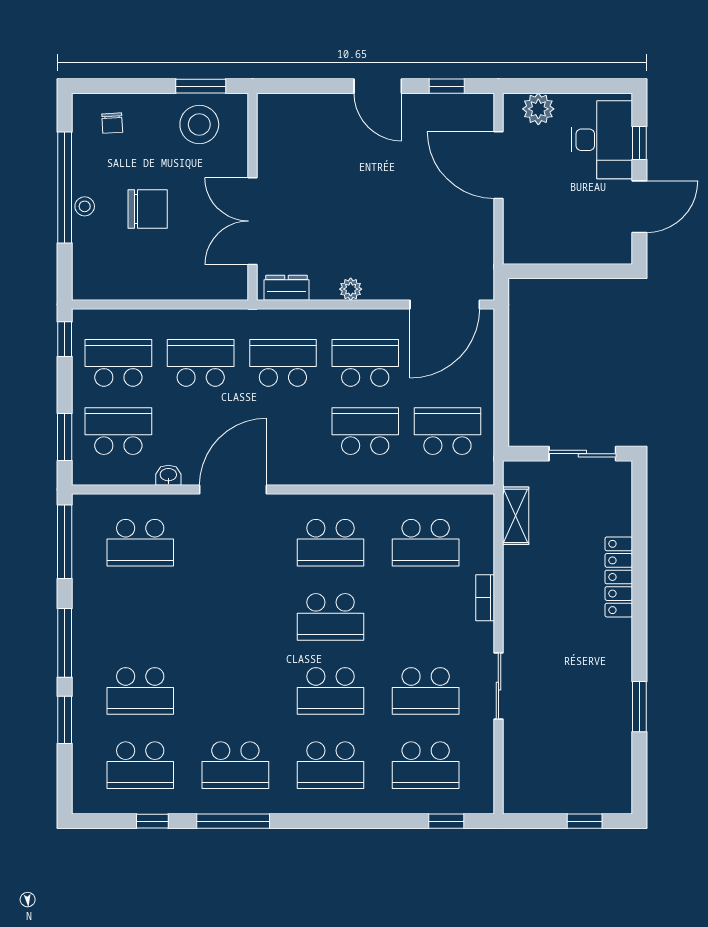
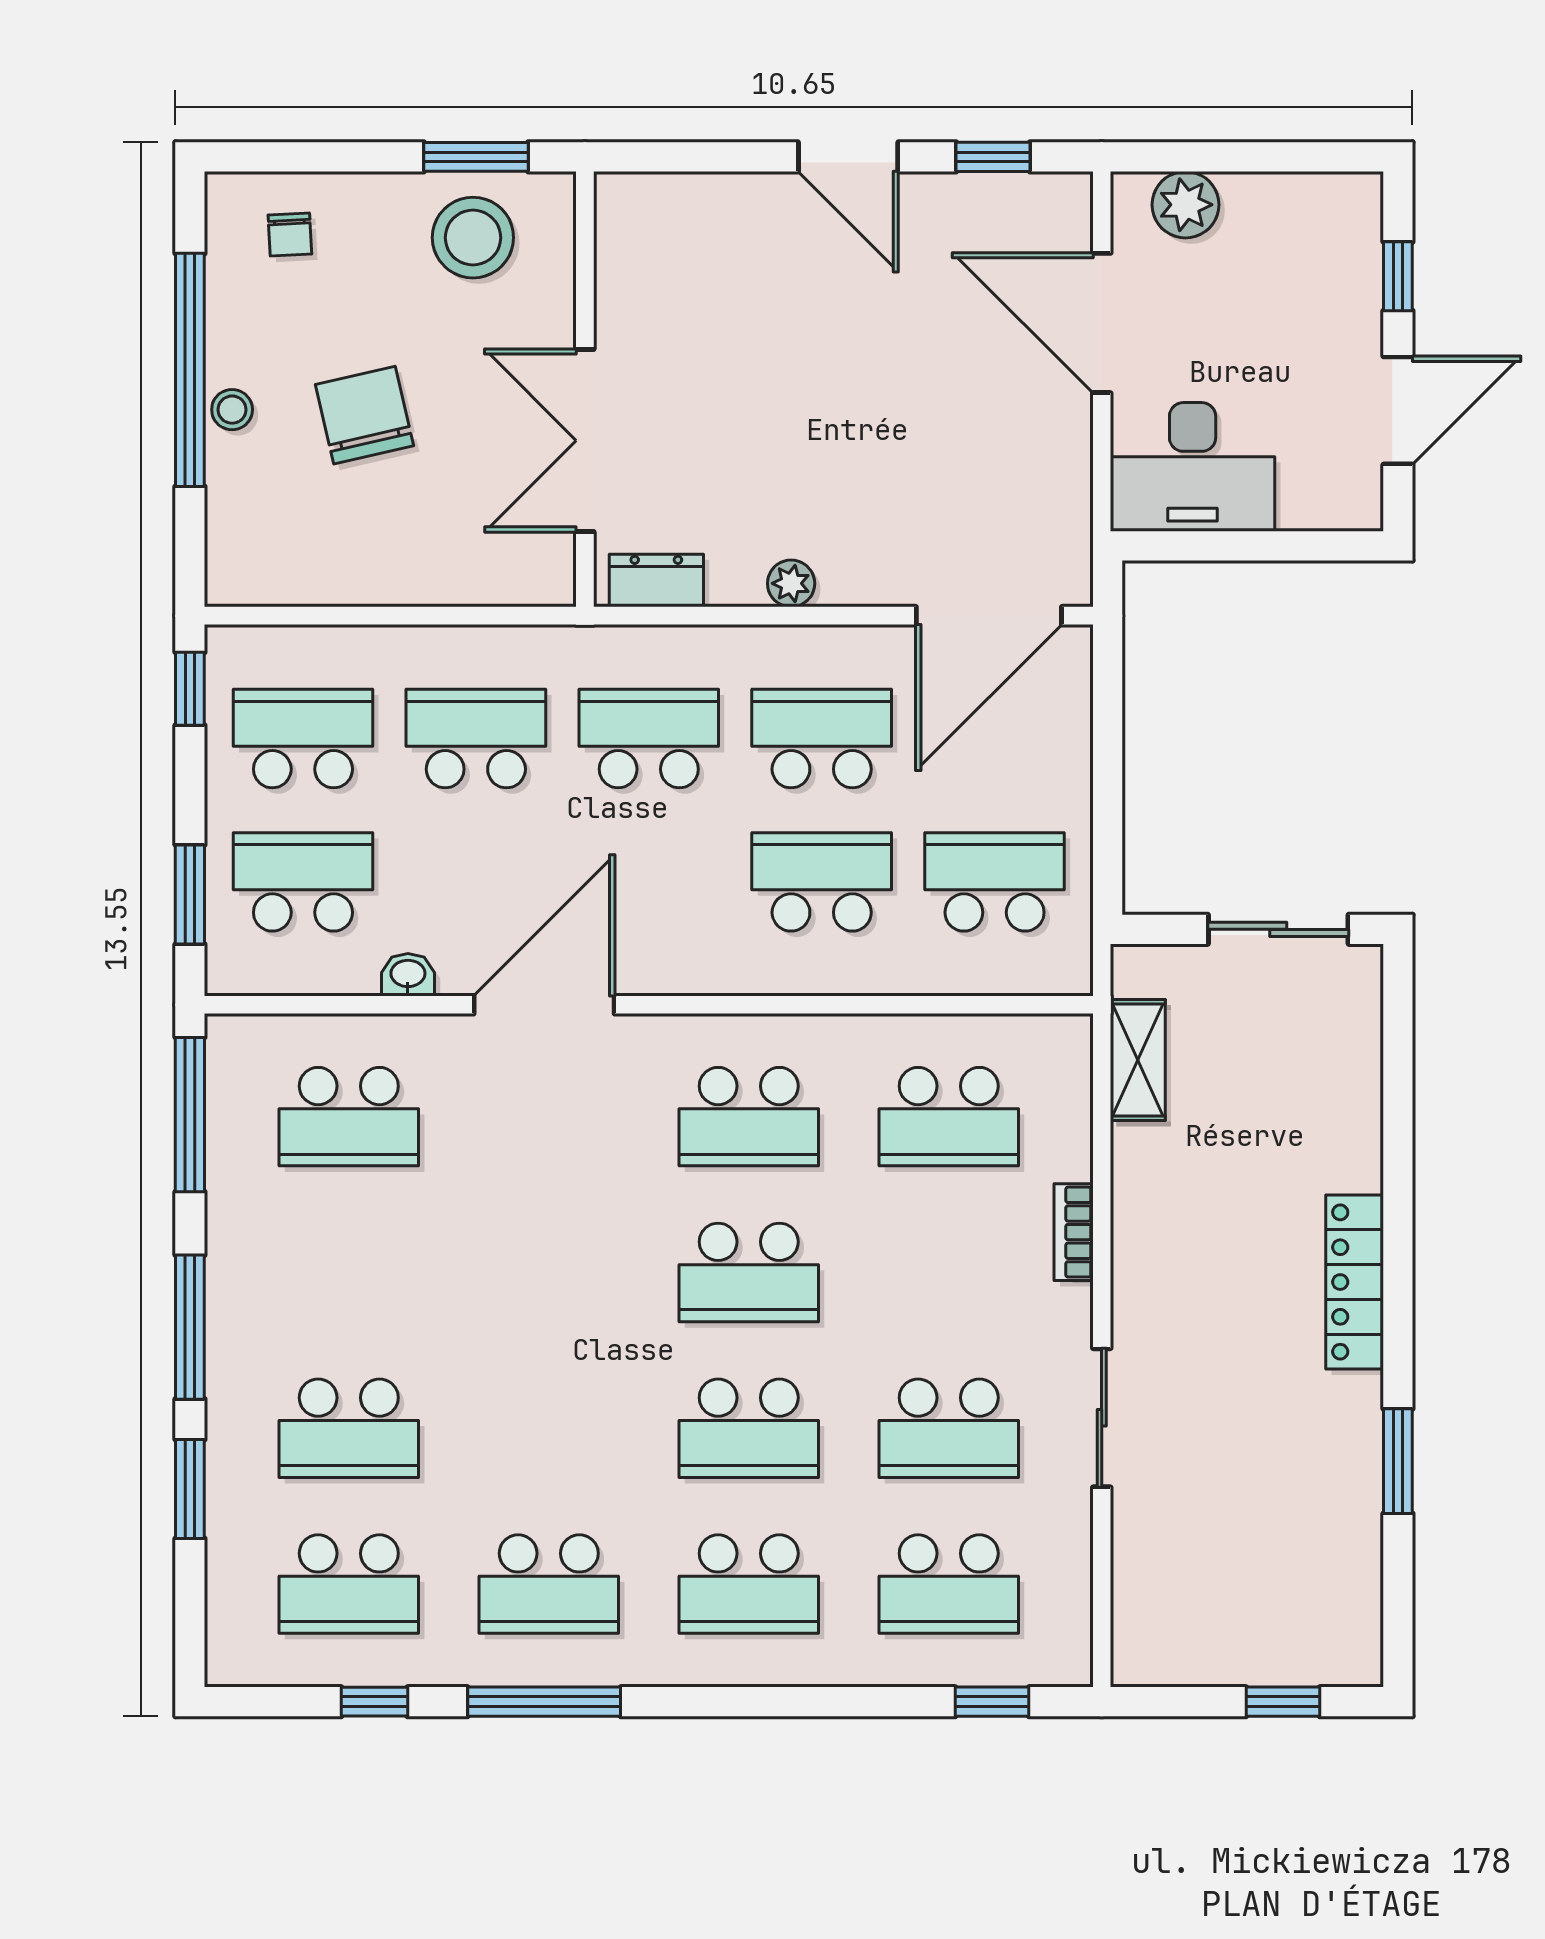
desk: (602, 140) -> (1193, 467), moved, turned 90
chair: (148, 209) -> (364, 415), turned -103
locker: (619, 577) -> (1355, 1282), moved

